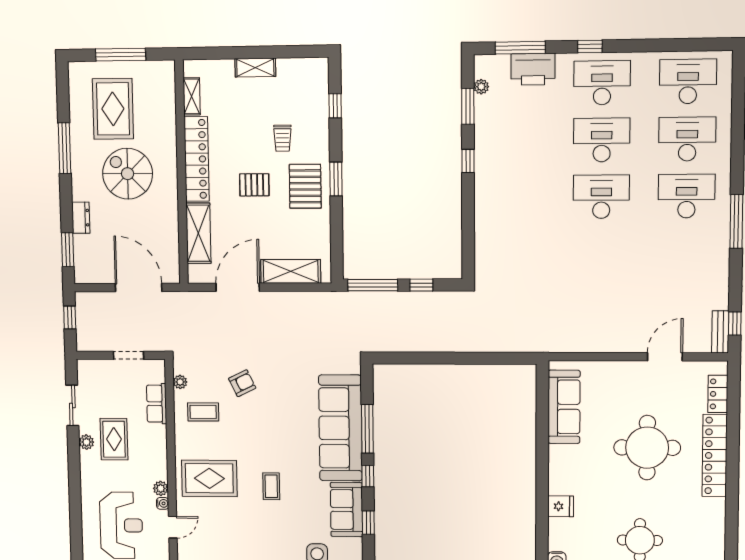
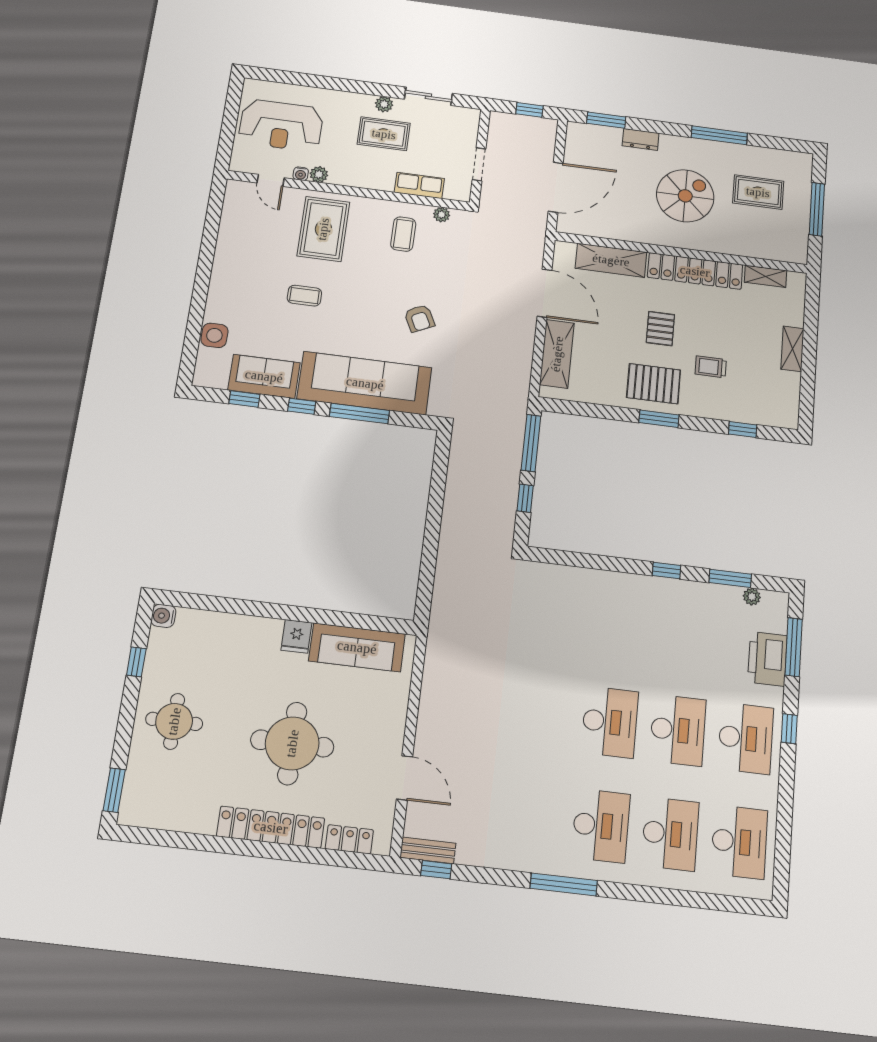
rug: (113, 109) -> (758, 192), width x0.73, depth x0.70
armchair: (242, 383) -> (419, 318), moved
fridge: (561, 506) -> (296, 636), moved

